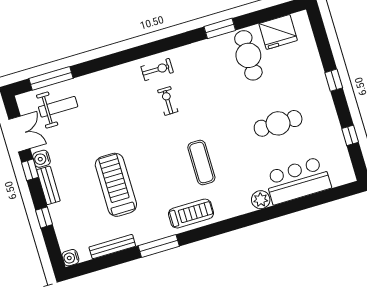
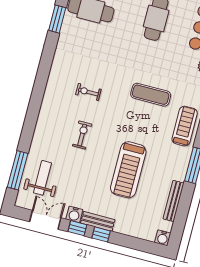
exercise bike: (157, 70) -> (82, 135), moved
treadmill: (116, 185) -> (128, 170), turned -90
window: (44, 217) -> (101, 234), moved

